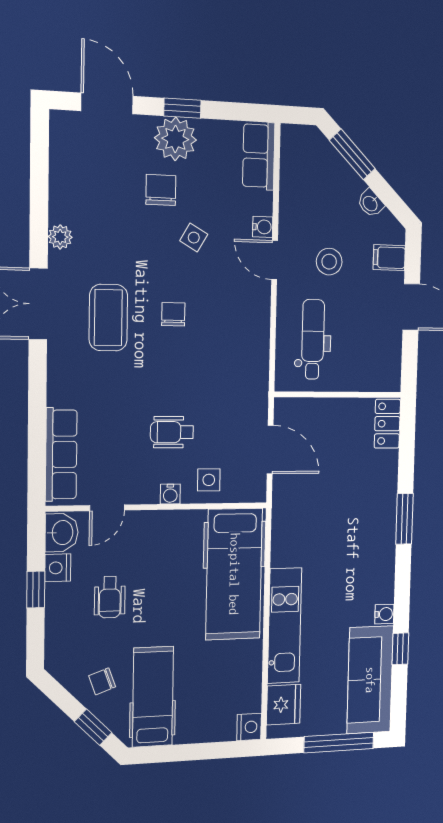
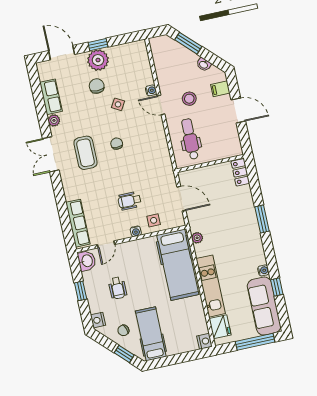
row of seats: (259, 156) -> (51, 97), moved, turned 180
plant: (281, 530) -> (197, 238), added
nightstand: (58, 568) -> (98, 320), moved

